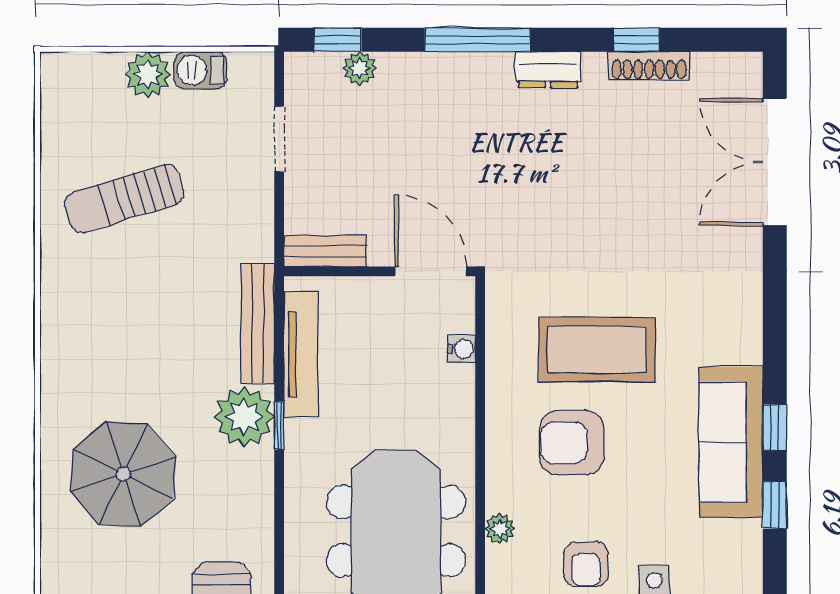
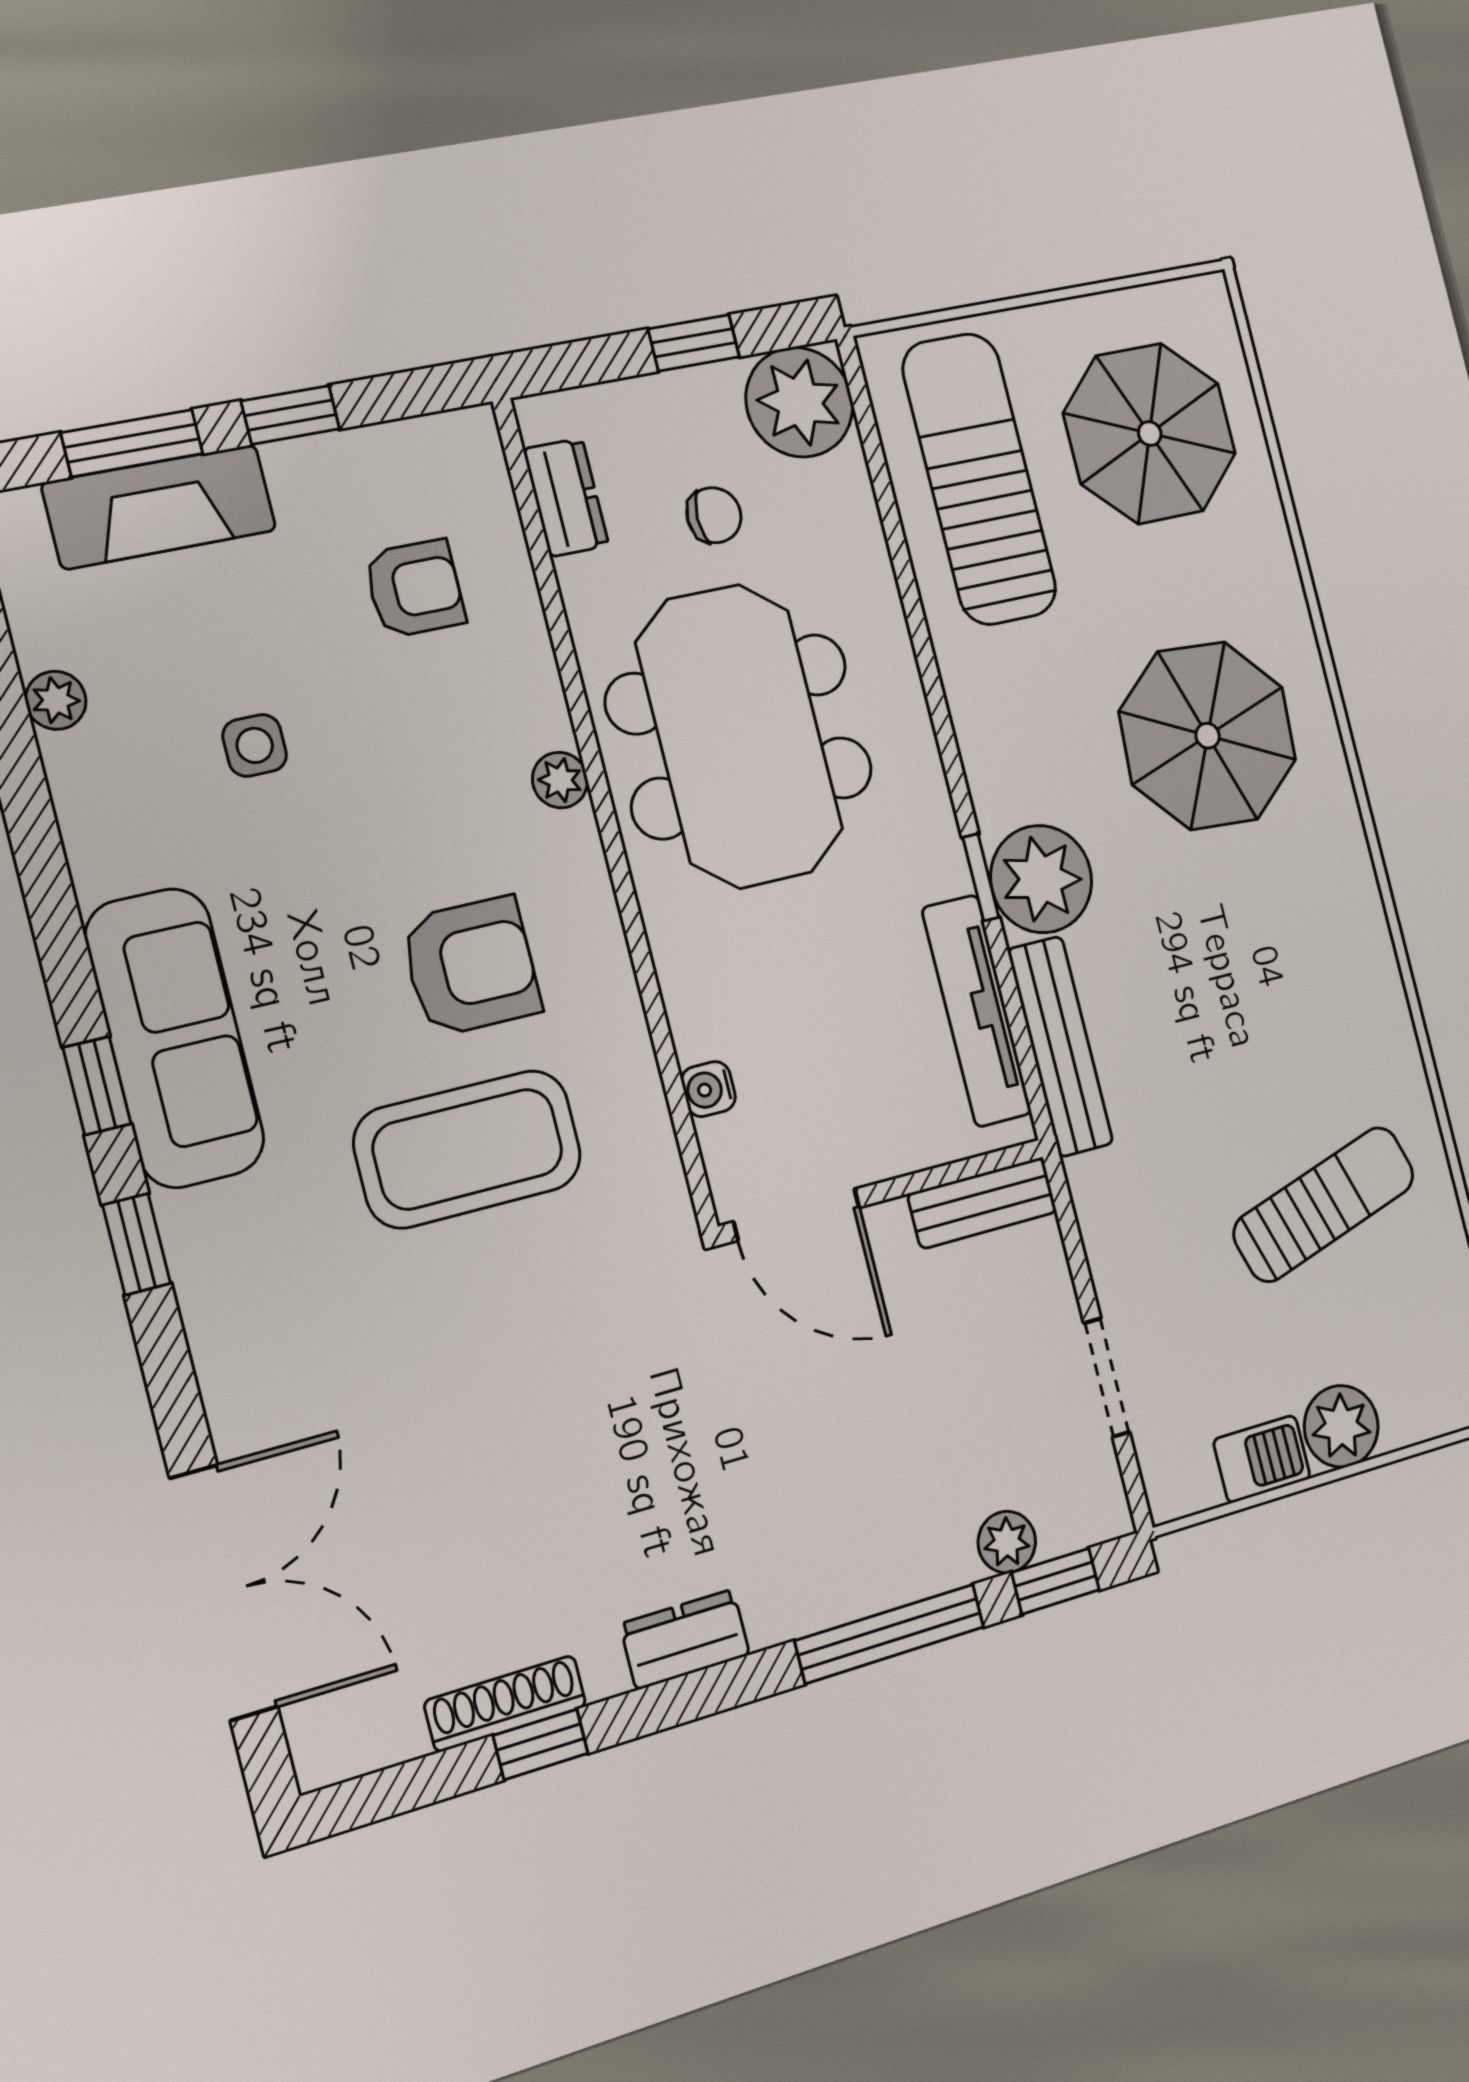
window: (477, 40) -> (890, 1634), moved
window: (775, 505) -> (137, 1244), moved
armchair: (586, 564) -> (389, 749), removed

